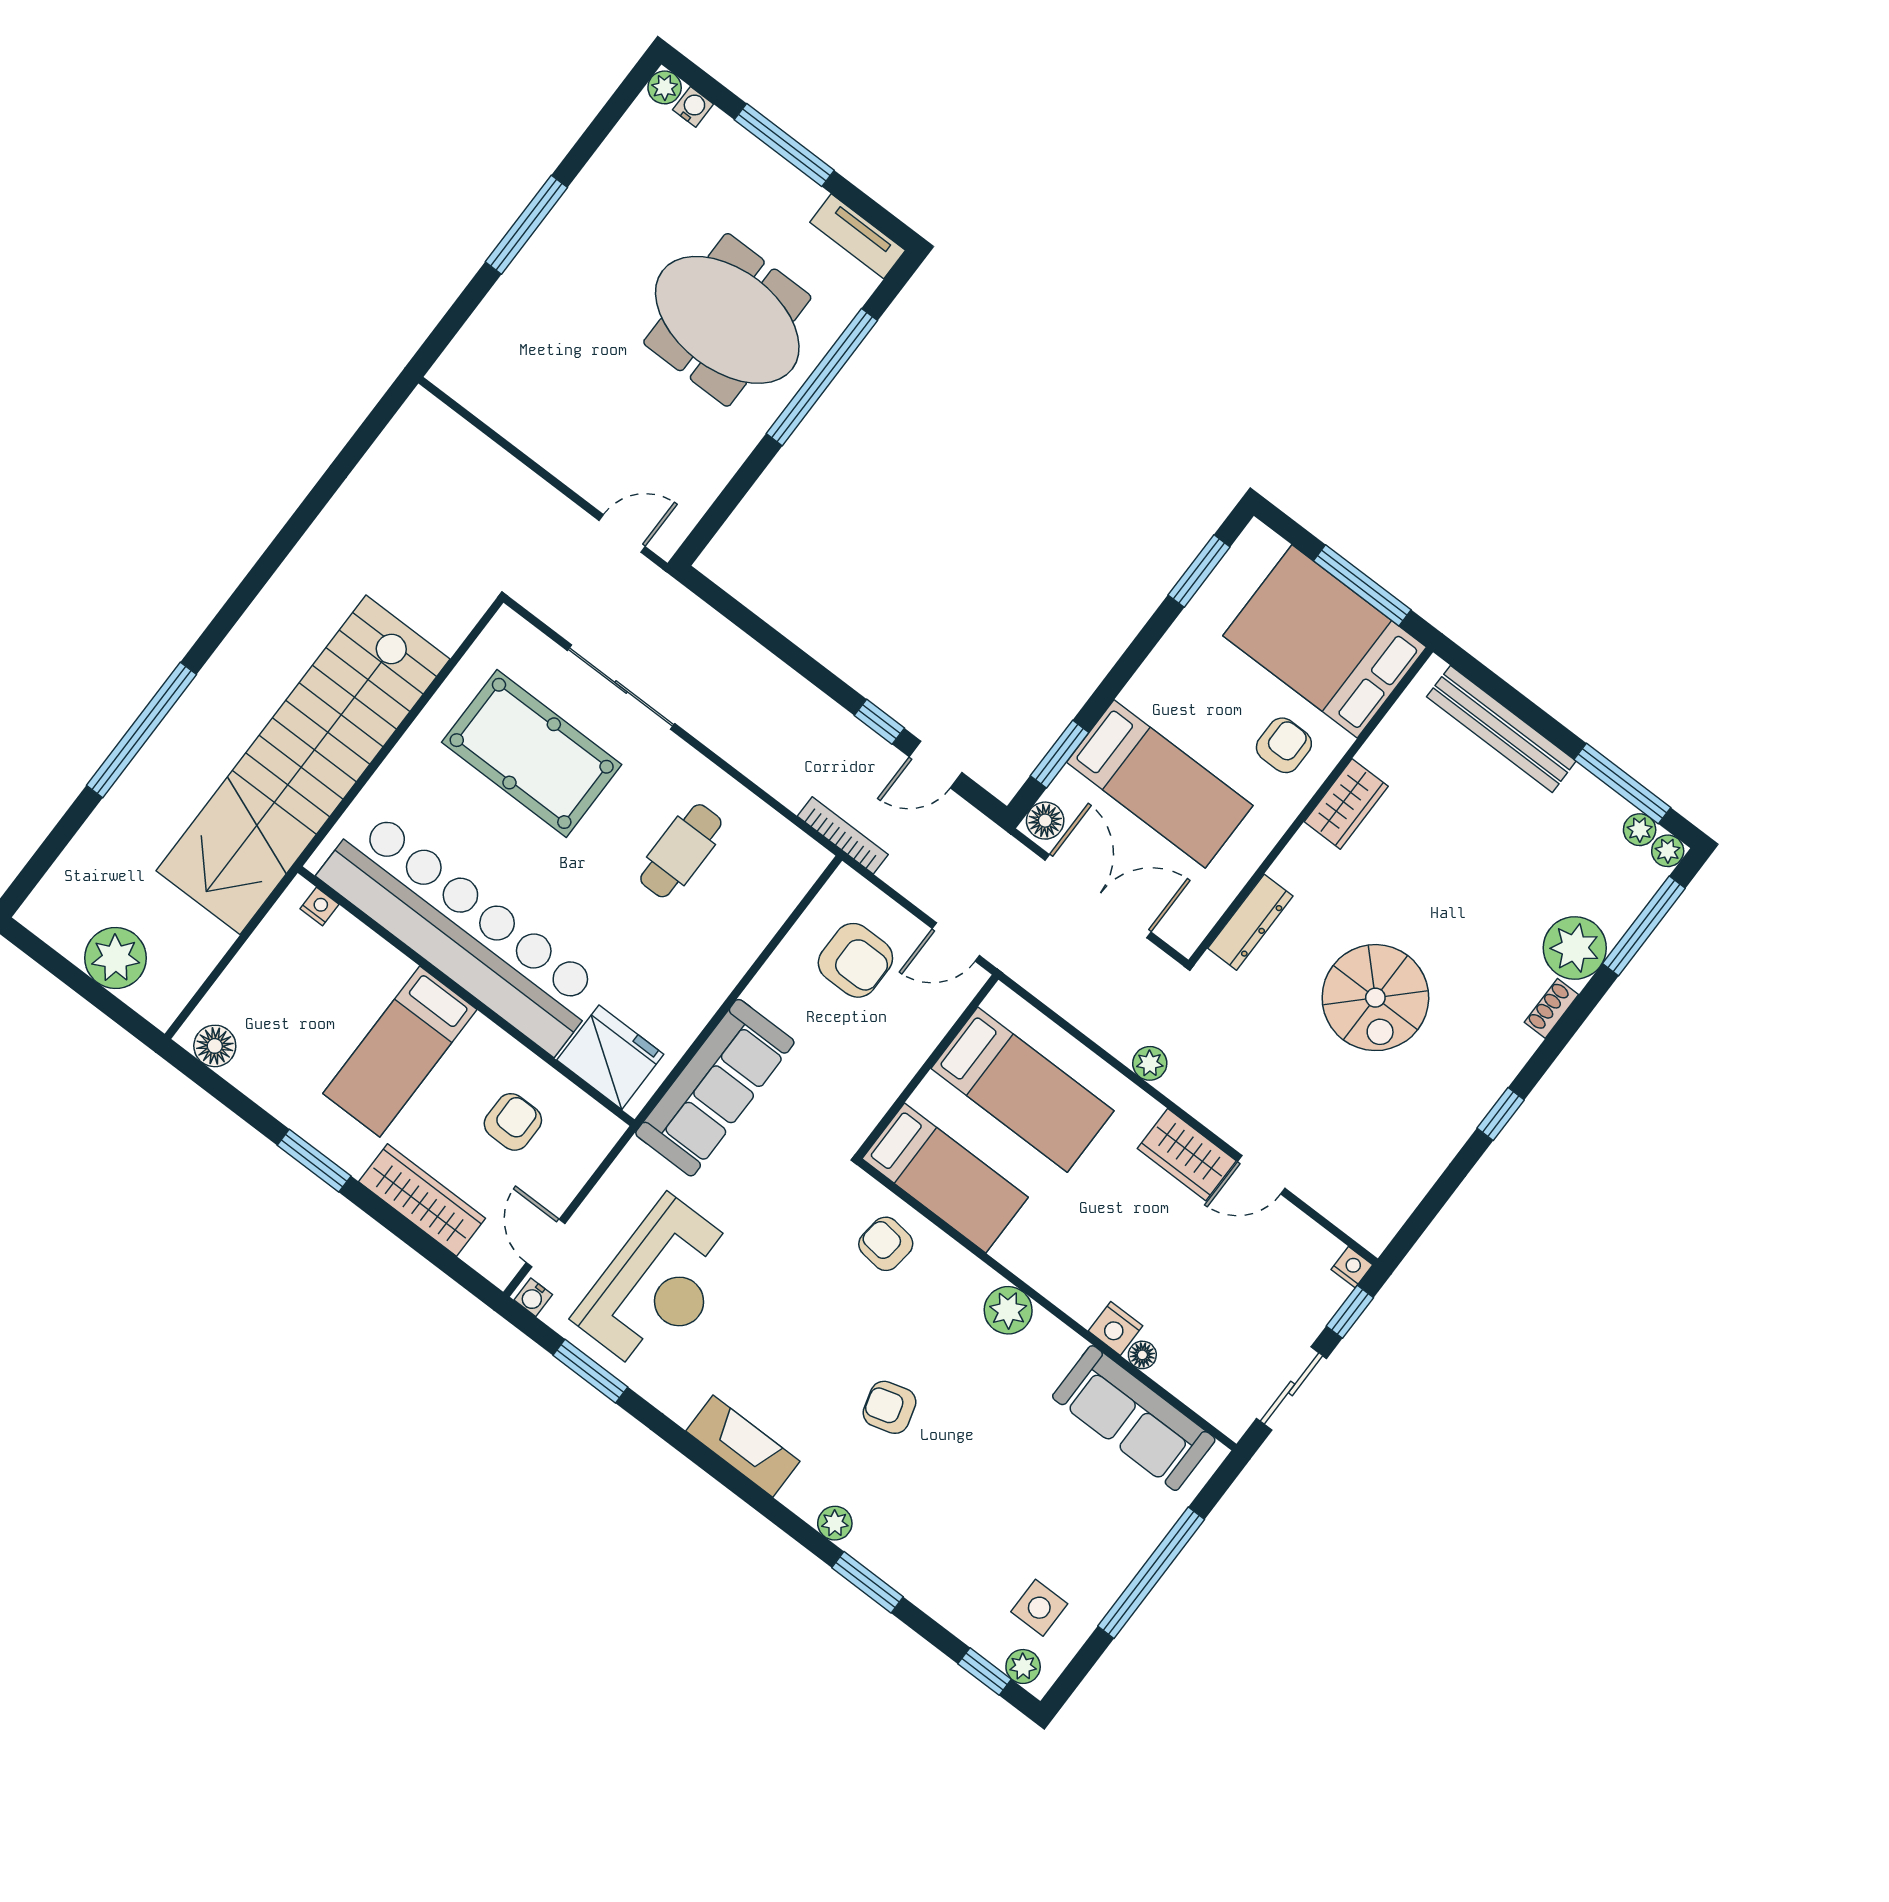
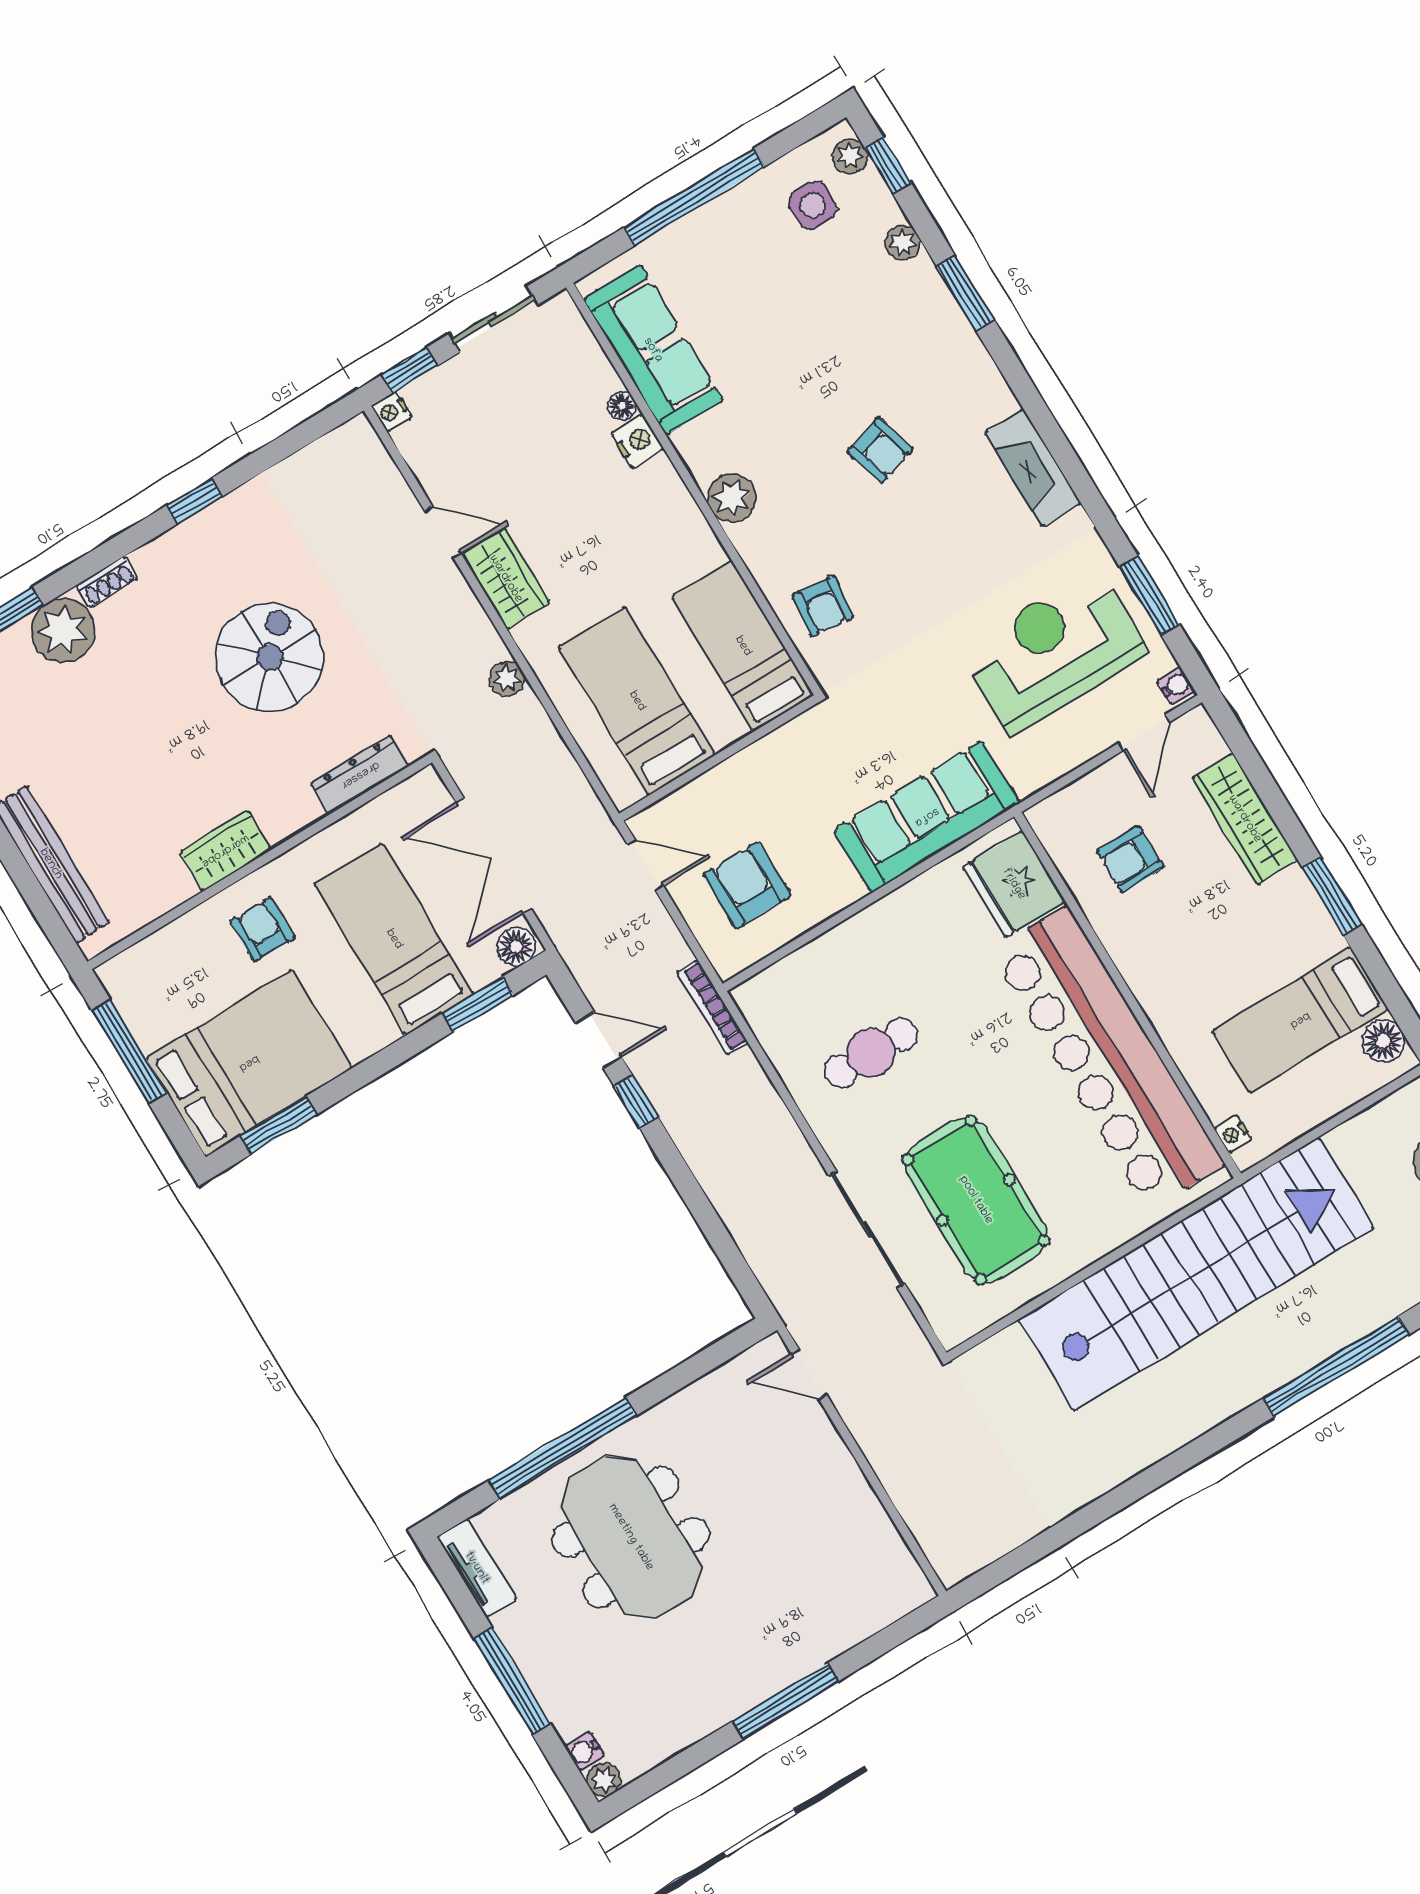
bed: (1325, 641) -> (249, 1063), moved, turned -90
armchair: (1284, 745) -> (263, 929), turned 90
bed: (400, 1051) -> (1300, 1020), moved, turned 180
plant: (835, 1523) -> (903, 243), moved

